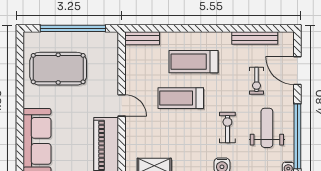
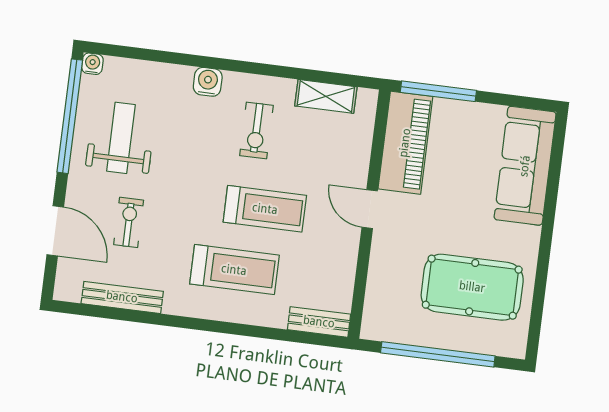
exercise bike: (227, 128) -> (256, 130), moved
weight bench: (267, 128) -> (121, 138), turned 180

